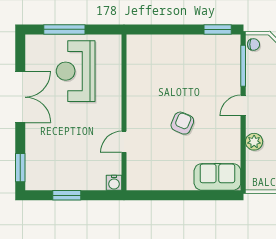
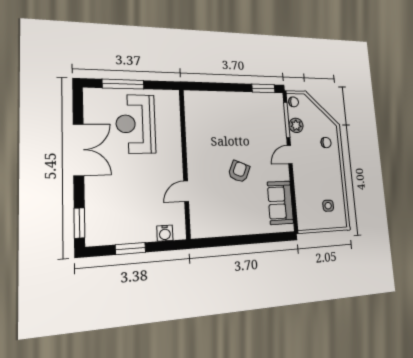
plant: (254, 142) -> (296, 125), moved
sofa: (217, 177) -> (280, 203), moved, turned -90
water cooler: (114, 183) -> (165, 233), moved

